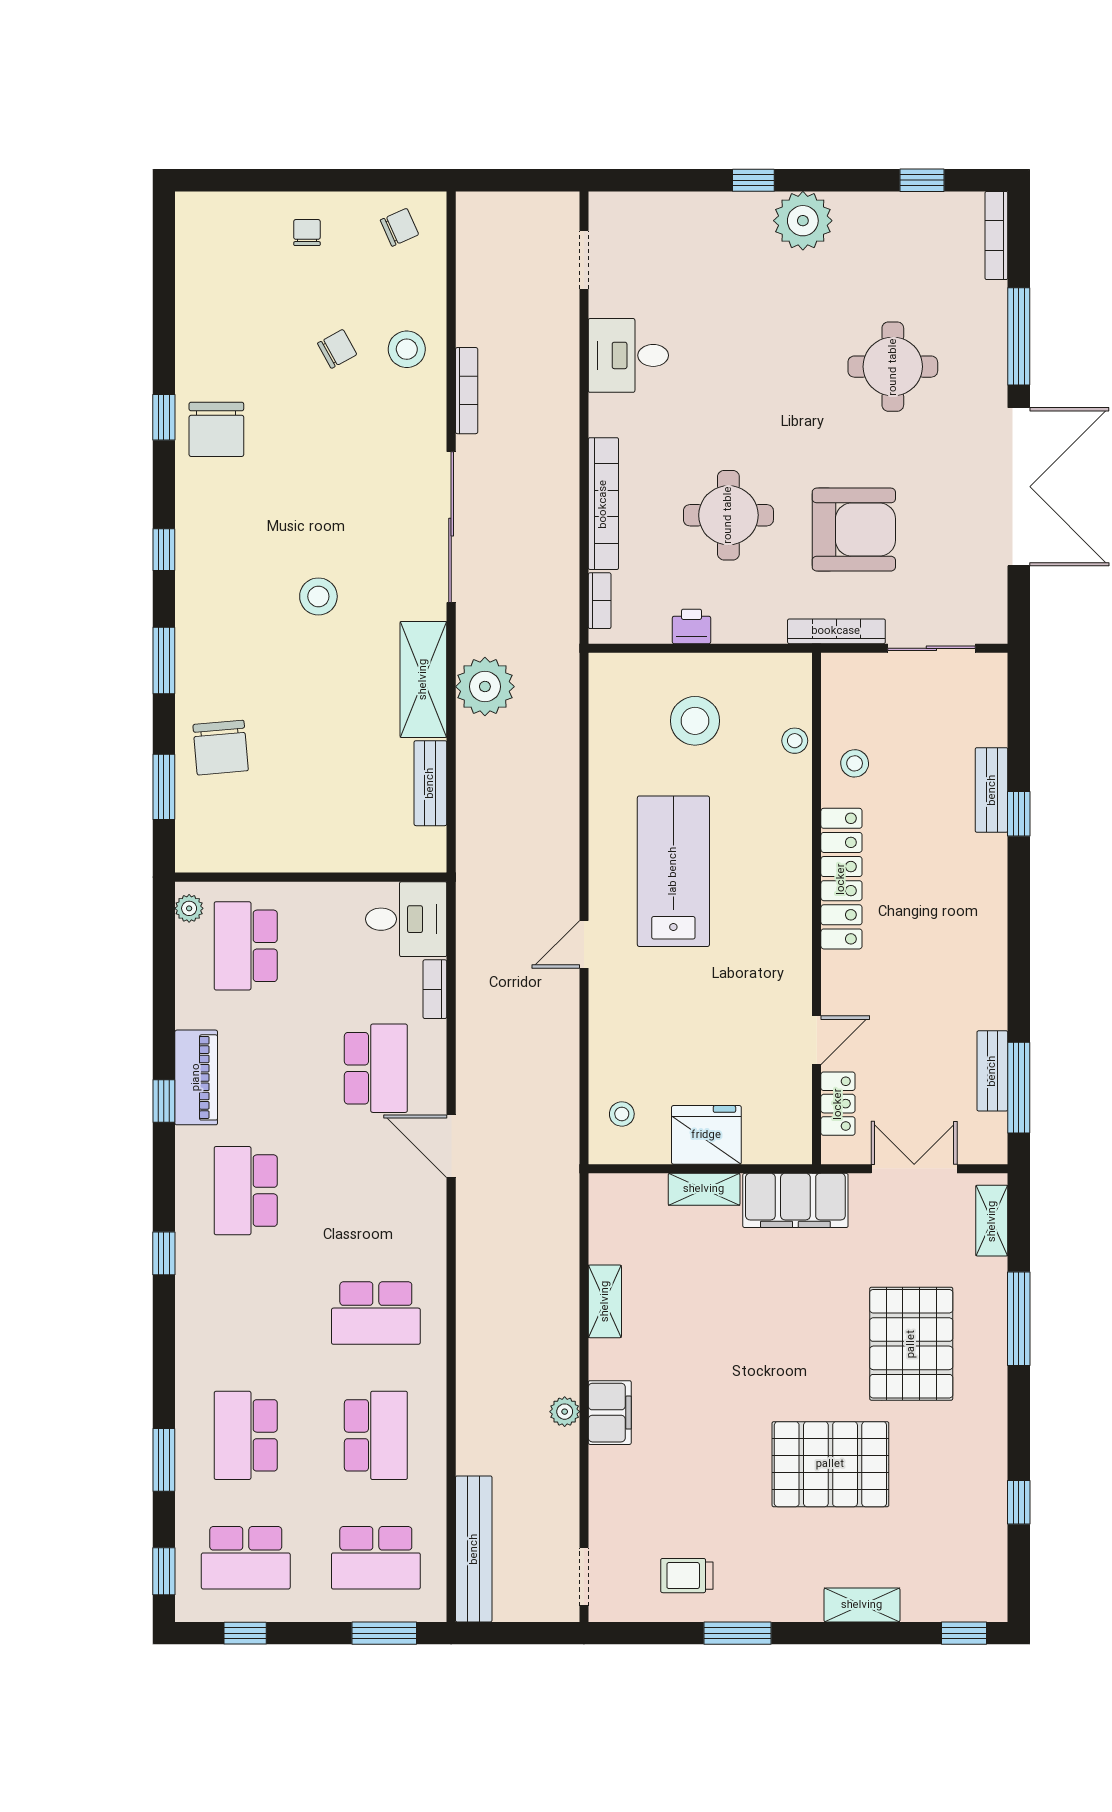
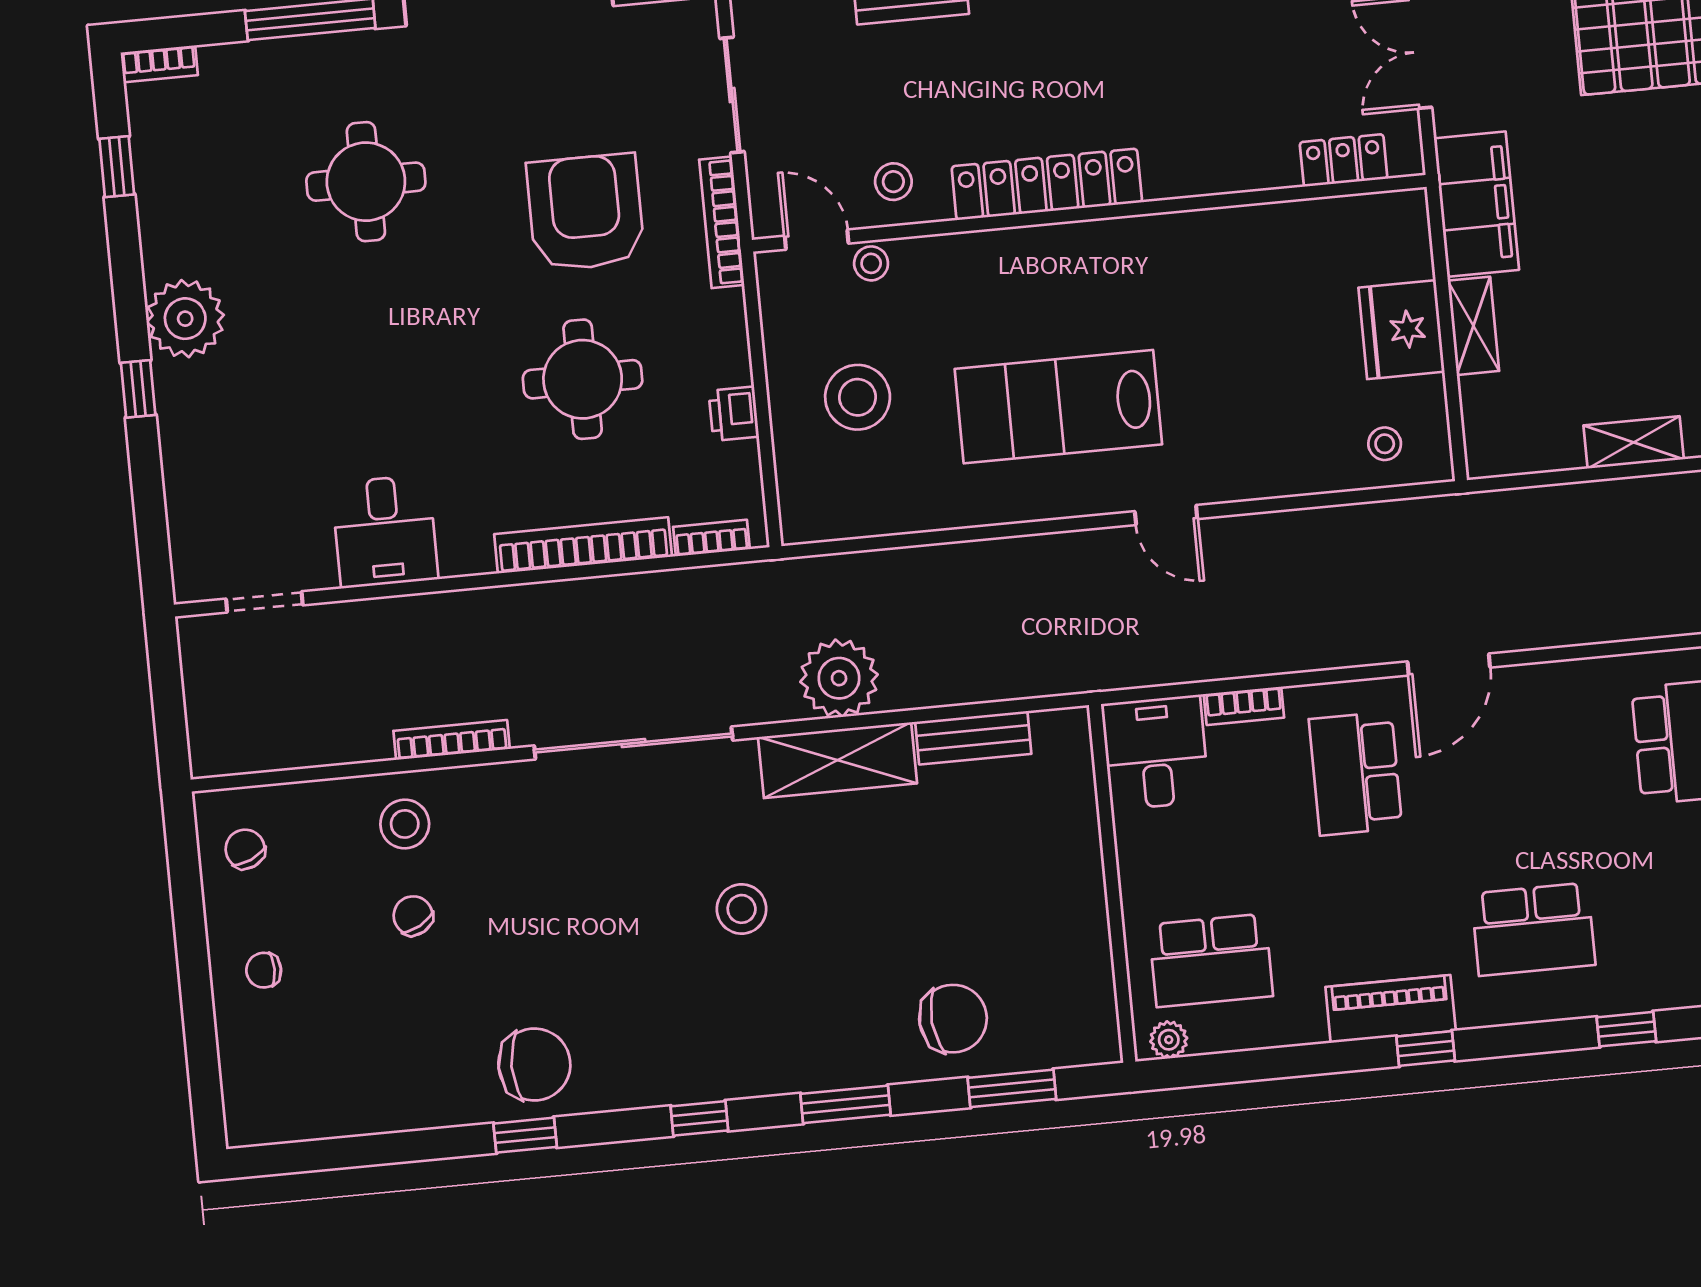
bookcase: (996, 235) -> (159, 64), width x0.64
door: (817, 1040) -> (817, 240), moved
school desk: (376, 1068) -> (1356, 773), turned -90

